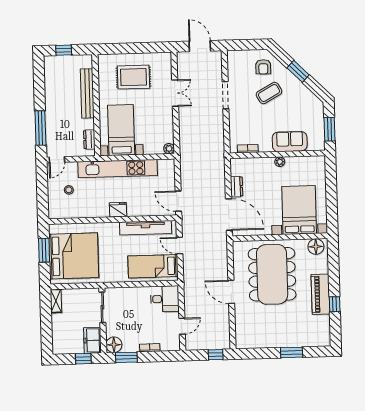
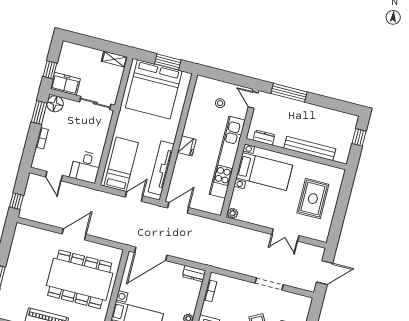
dresser: (236, 187) -> (194, 274), moved

